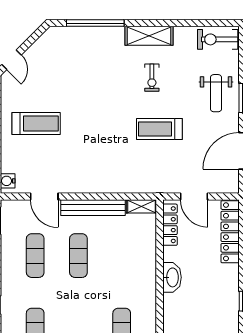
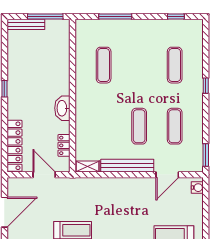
door: (44, 196) -> (167, 175), swing flipped
locker: (170, 225) -> (64, 145), width x0.66

